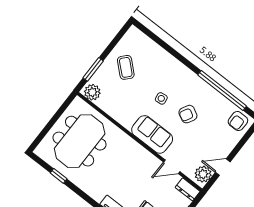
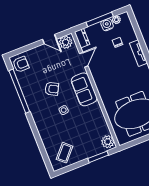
coffee table: (126, 67) -> (65, 153), moved
door: (172, 167) -> (84, 60), hinge flipped

